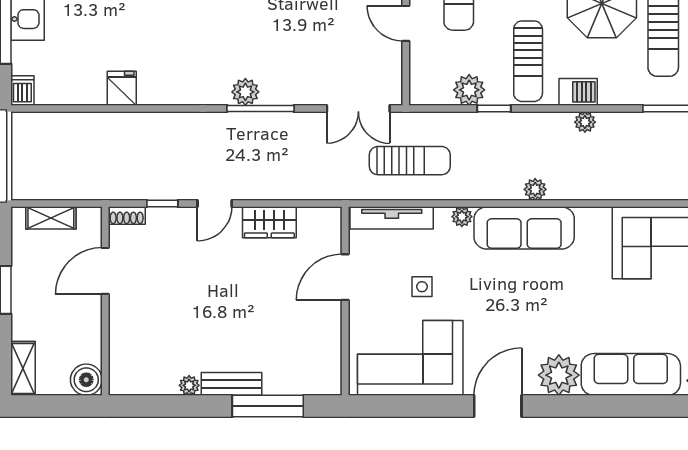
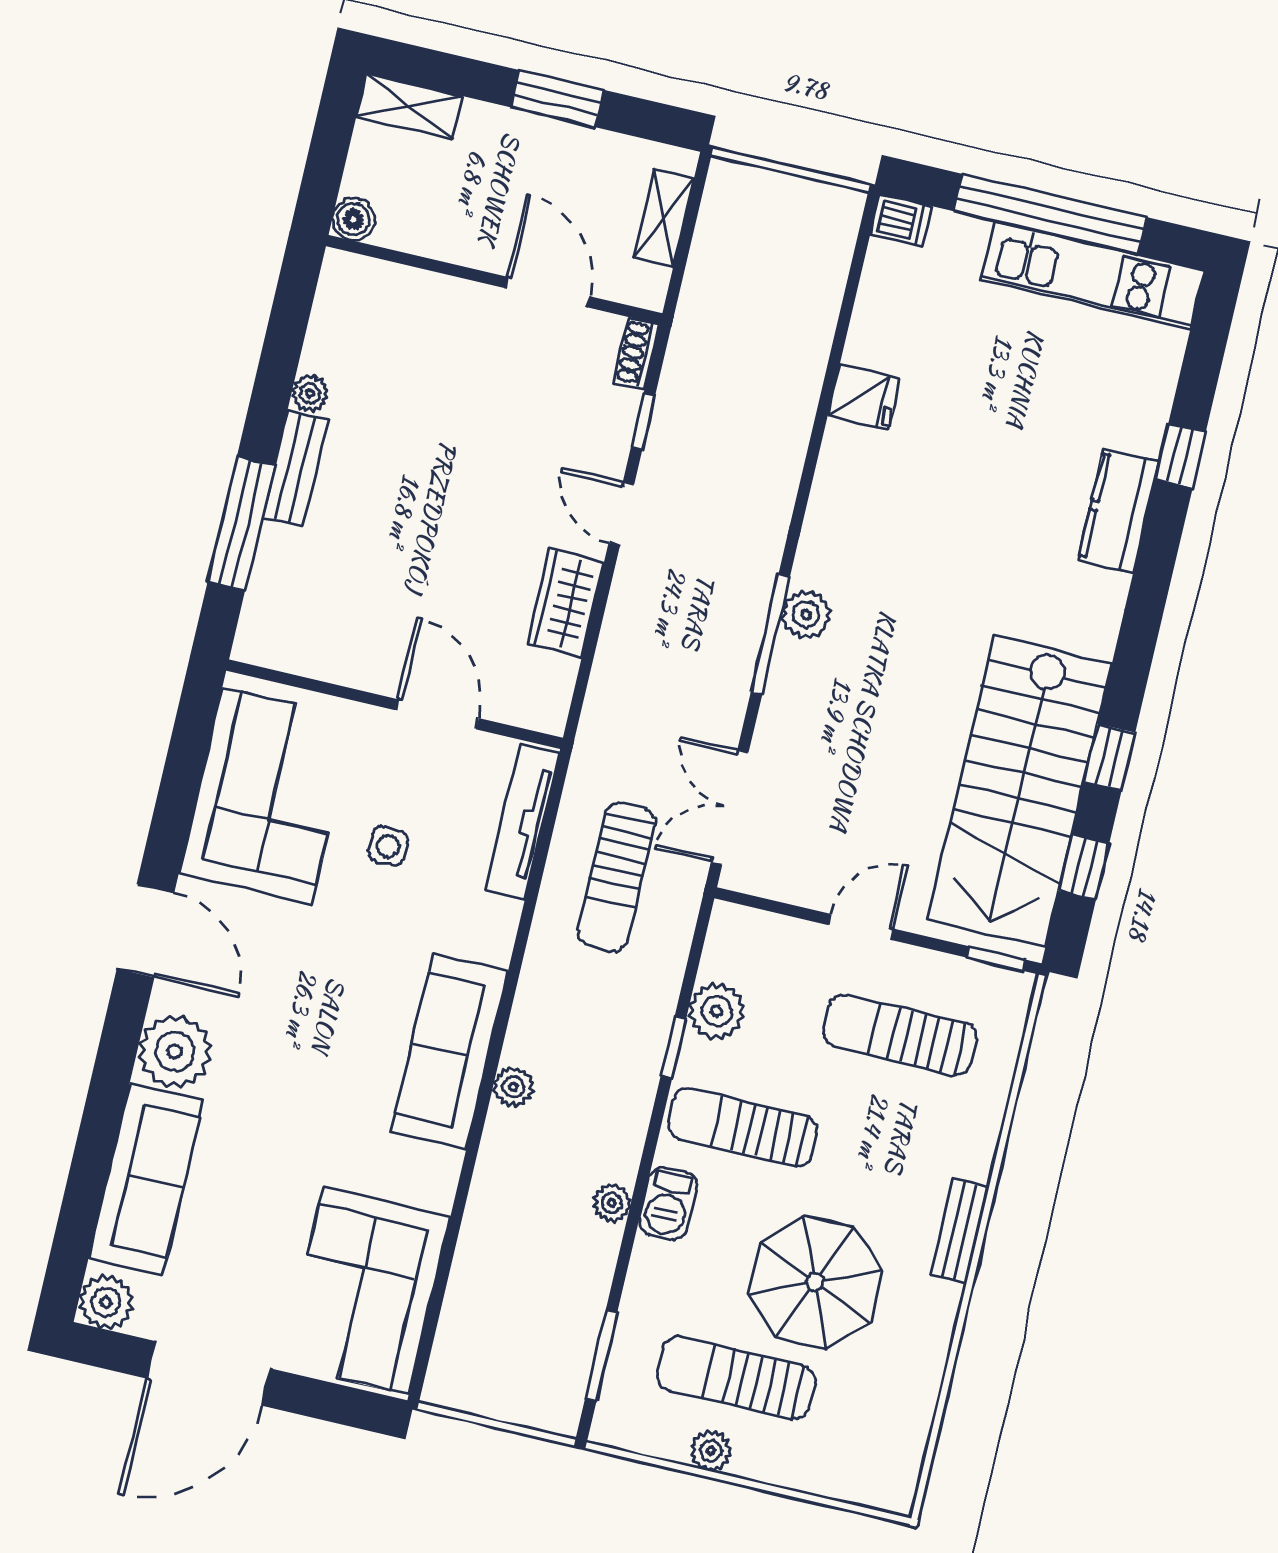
plant: (462, 217) -> (495, 946), removed
boiler: (86, 380) -> (354, 219), width x0.73, depth x0.73

